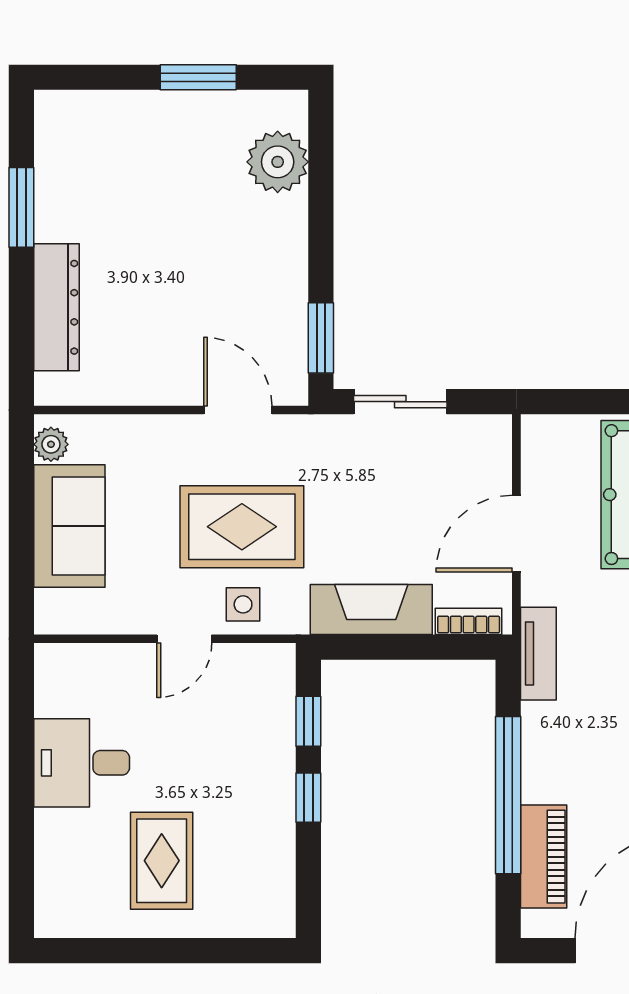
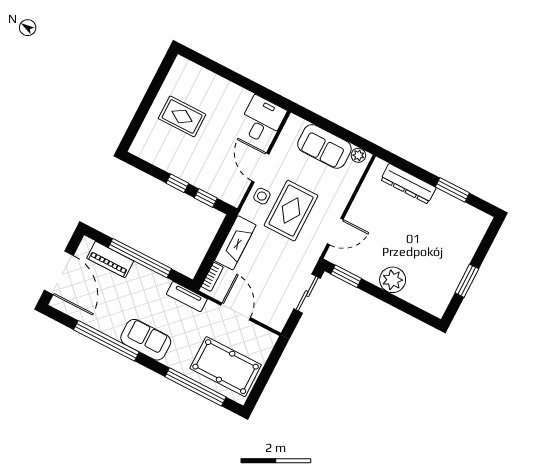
plant: (278, 162) -> (393, 280), moved
door: (184, 639) -> (260, 168), width x1.38
desk: (82, 763) -> (262, 120), moved

